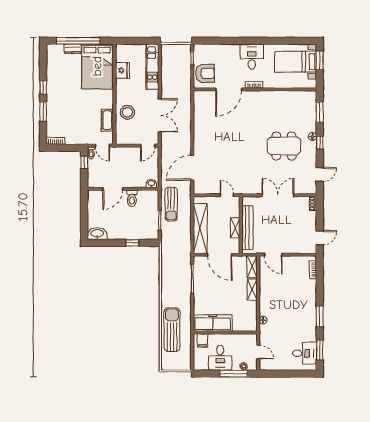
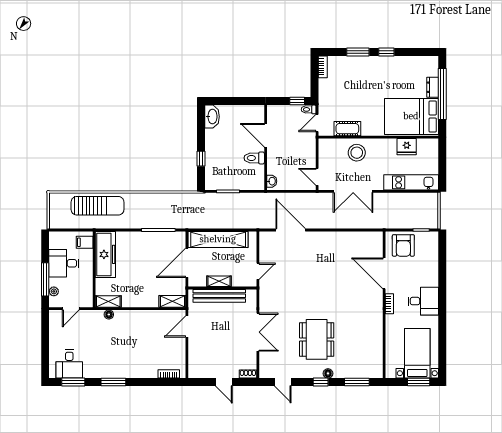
sun lounger: (171, 204) -> (247, 205), removed
door: (320, 238) -> (224, 382), moved
shelving: (252, 290) -> (108, 302), moved

